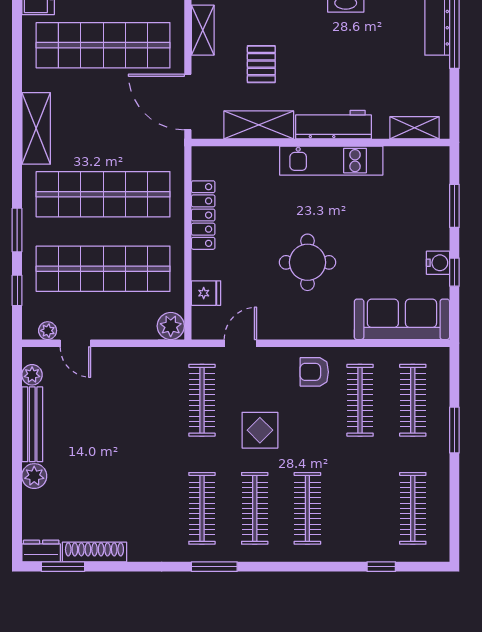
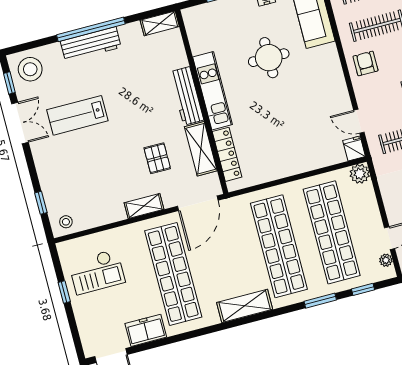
pallet: (261, 64) -> (157, 158), turned 90
shelving: (414, 128) -> (160, 23), moved, turned 90
locker: (203, 215) -> (227, 154), moved, turned 90
round table: (308, 262) -> (269, 58), moved
fridge: (206, 293) -> (354, 148), moved
armchair: (314, 372) -> (366, 63), turned 180

